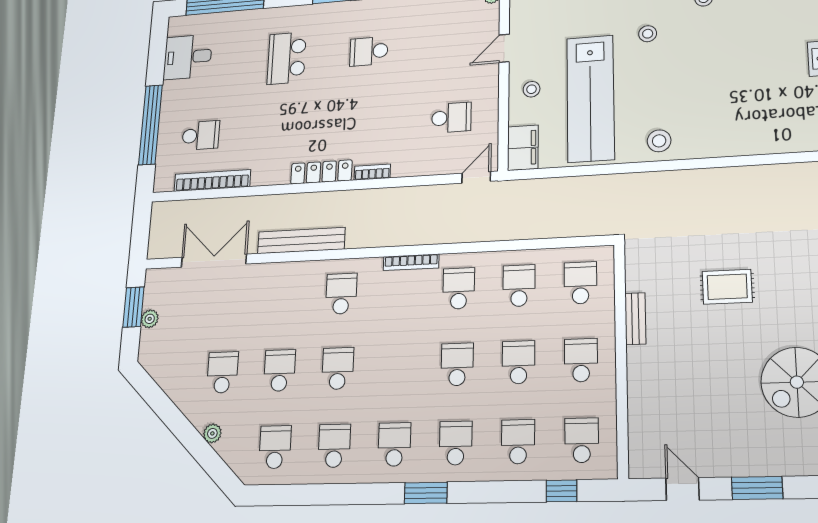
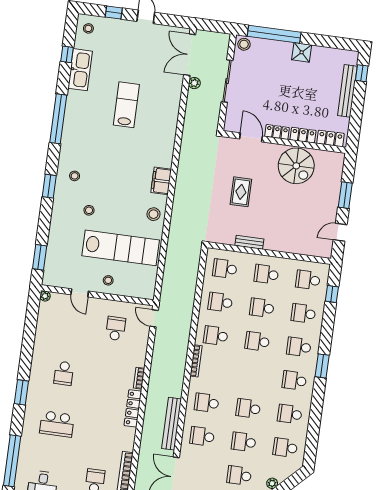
filing cabinet: (523, 148) -> (161, 181), moved, turned -90
school desk: (284, 296) -> (202, 436), added

